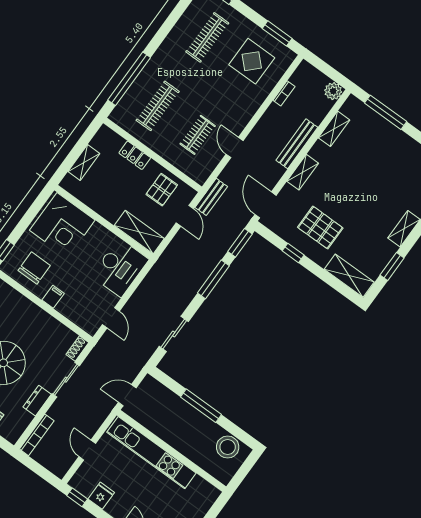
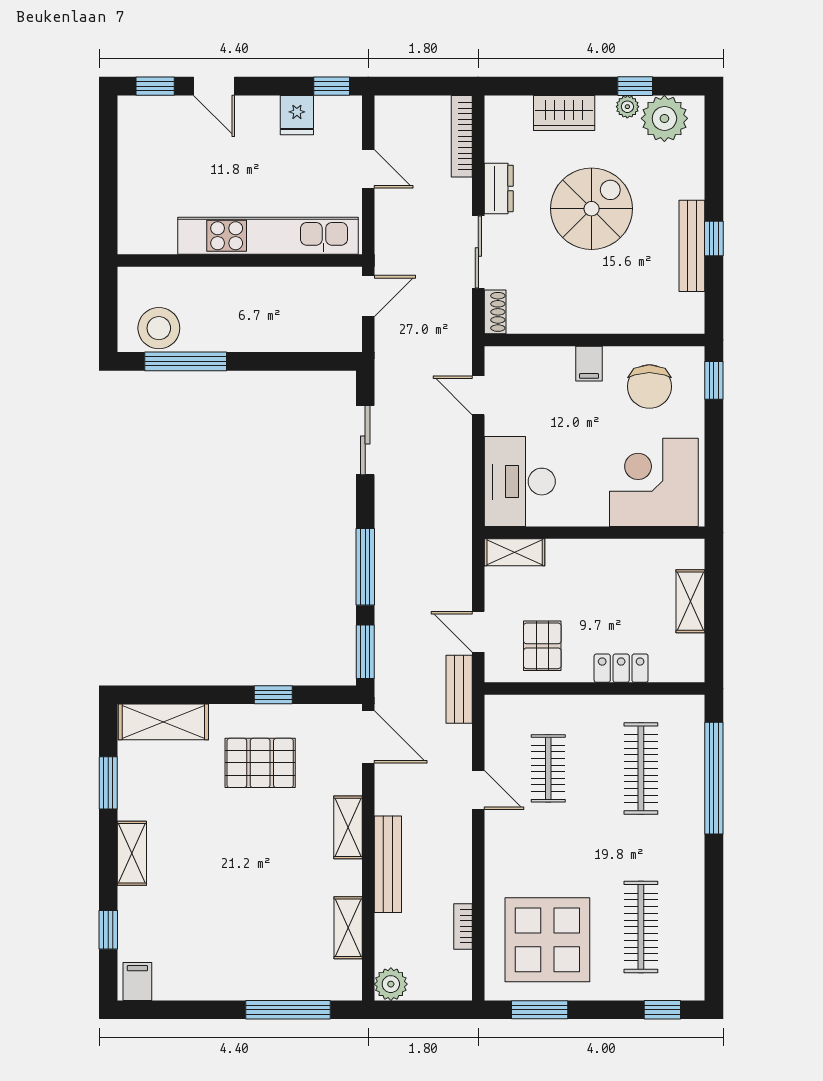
display table: (252, 61) -> (547, 940), width x1.36, depth x1.36
shelving: (139, 232) -> (515, 552), width x0.67, depth x0.75
window: (201, 406) -> (186, 361), moved

